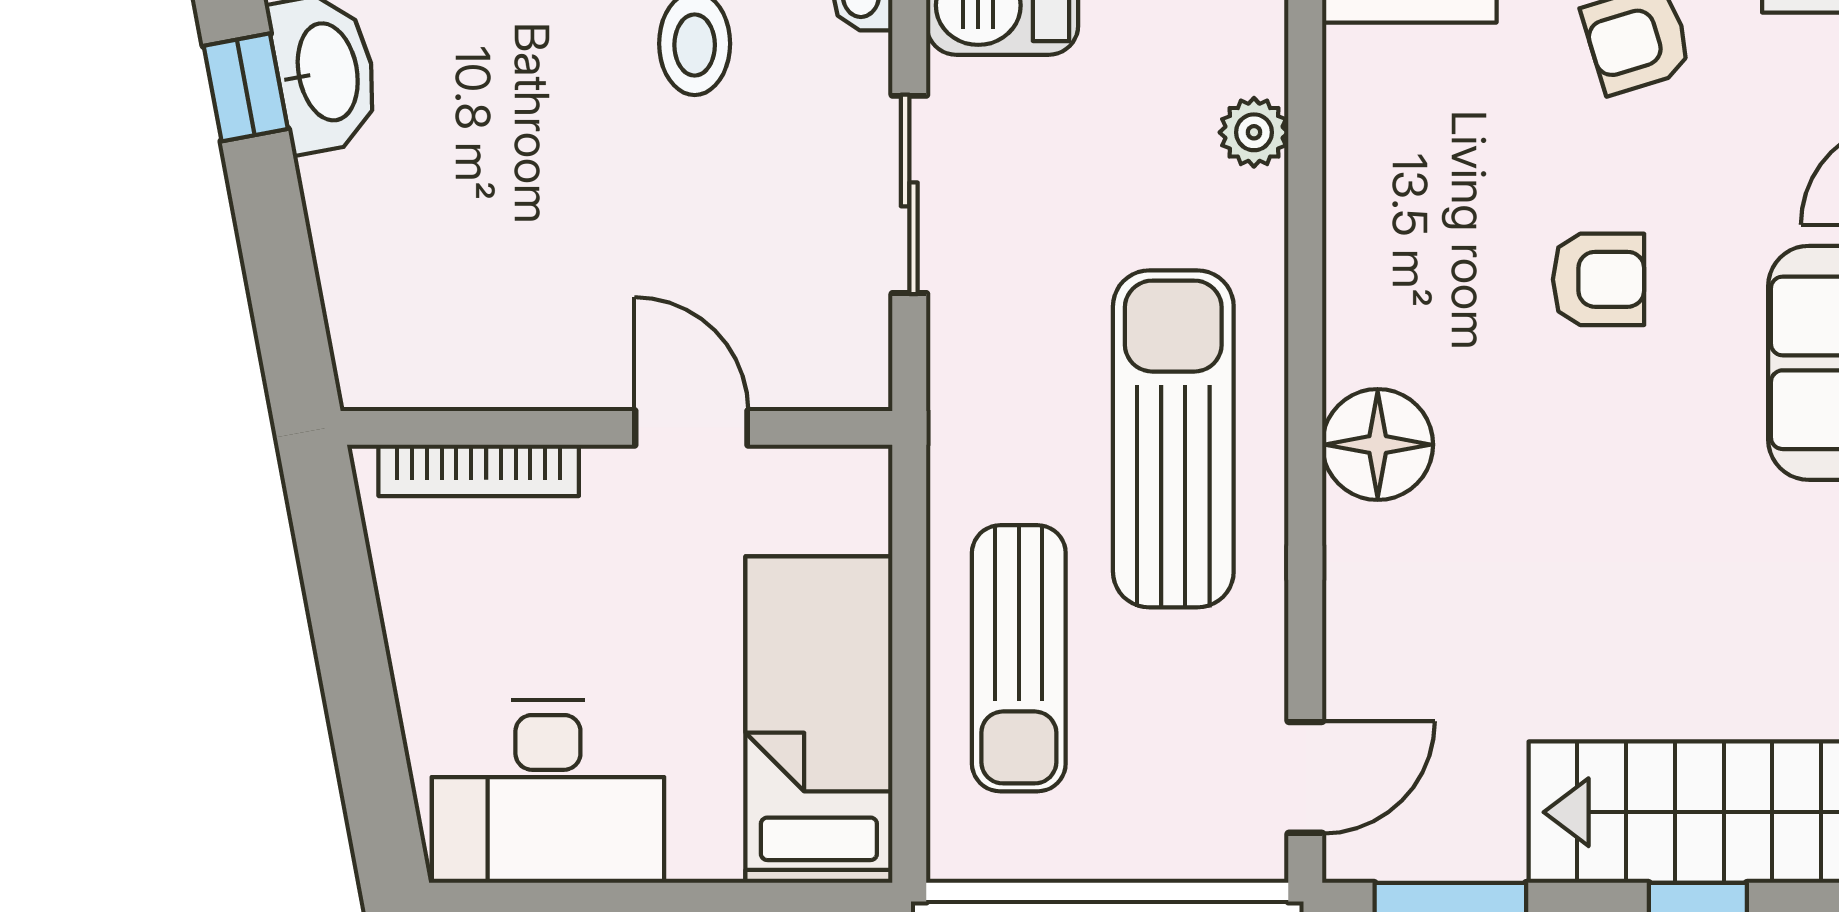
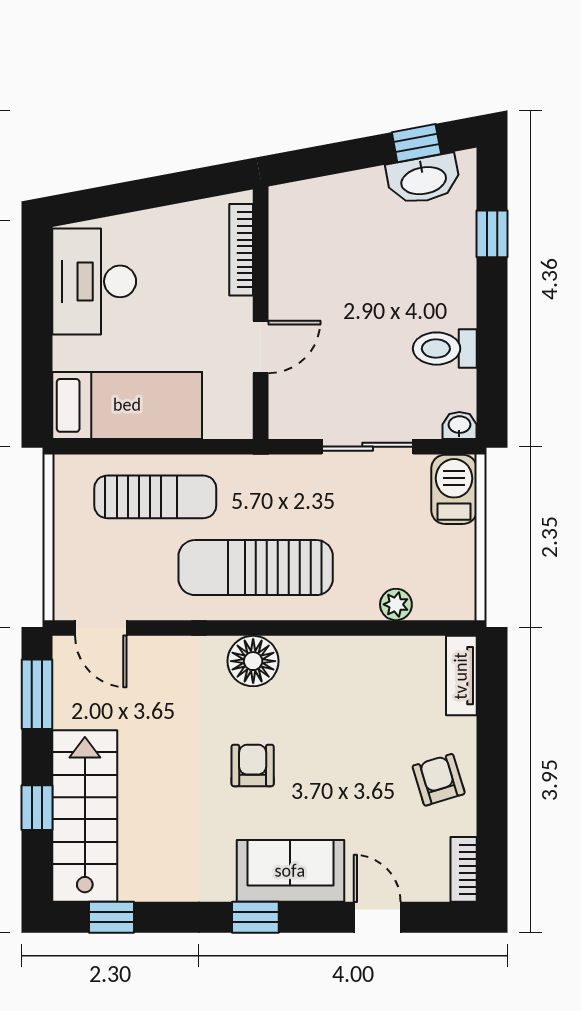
armchair: (1599, 279) -> (253, 765), moved, turned 180
sun lounger: (1173, 439) -> (256, 568), turned 180
sun lounger: (1019, 658) -> (155, 497), turned 180

